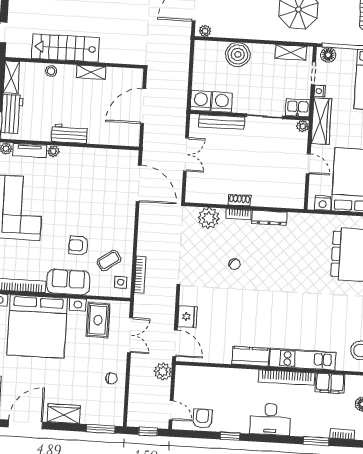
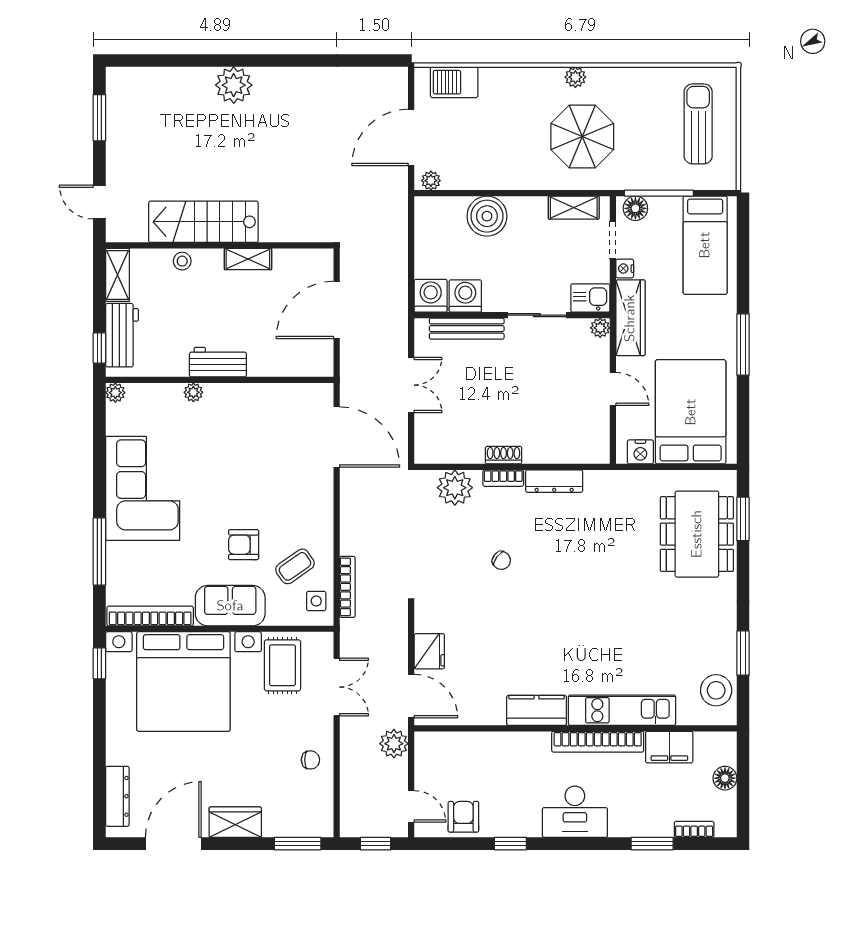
tv unit: (30, 150) -> (154, 393), removed

